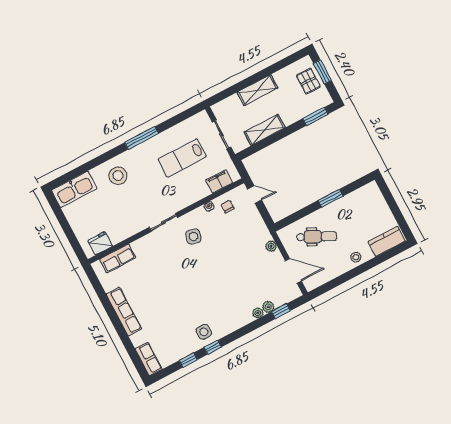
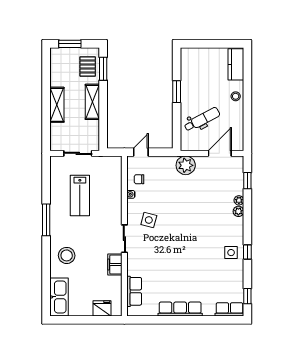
pallet: (308, 81) -> (88, 66), moved, turned 90
shelving: (265, 130) -> (92, 102), moved
filing cabinet: (219, 181) -> (115, 264), moved
dental chair: (317, 237) -> (202, 119), turned 36
fridge: (100, 243) -> (102, 308), moved, turned 90
plant: (271, 246) -> (186, 165), width x1.88, depth x1.88
plant: (268, 307) -> (238, 211), moved
window: (188, 360) -> (247, 296), moved

